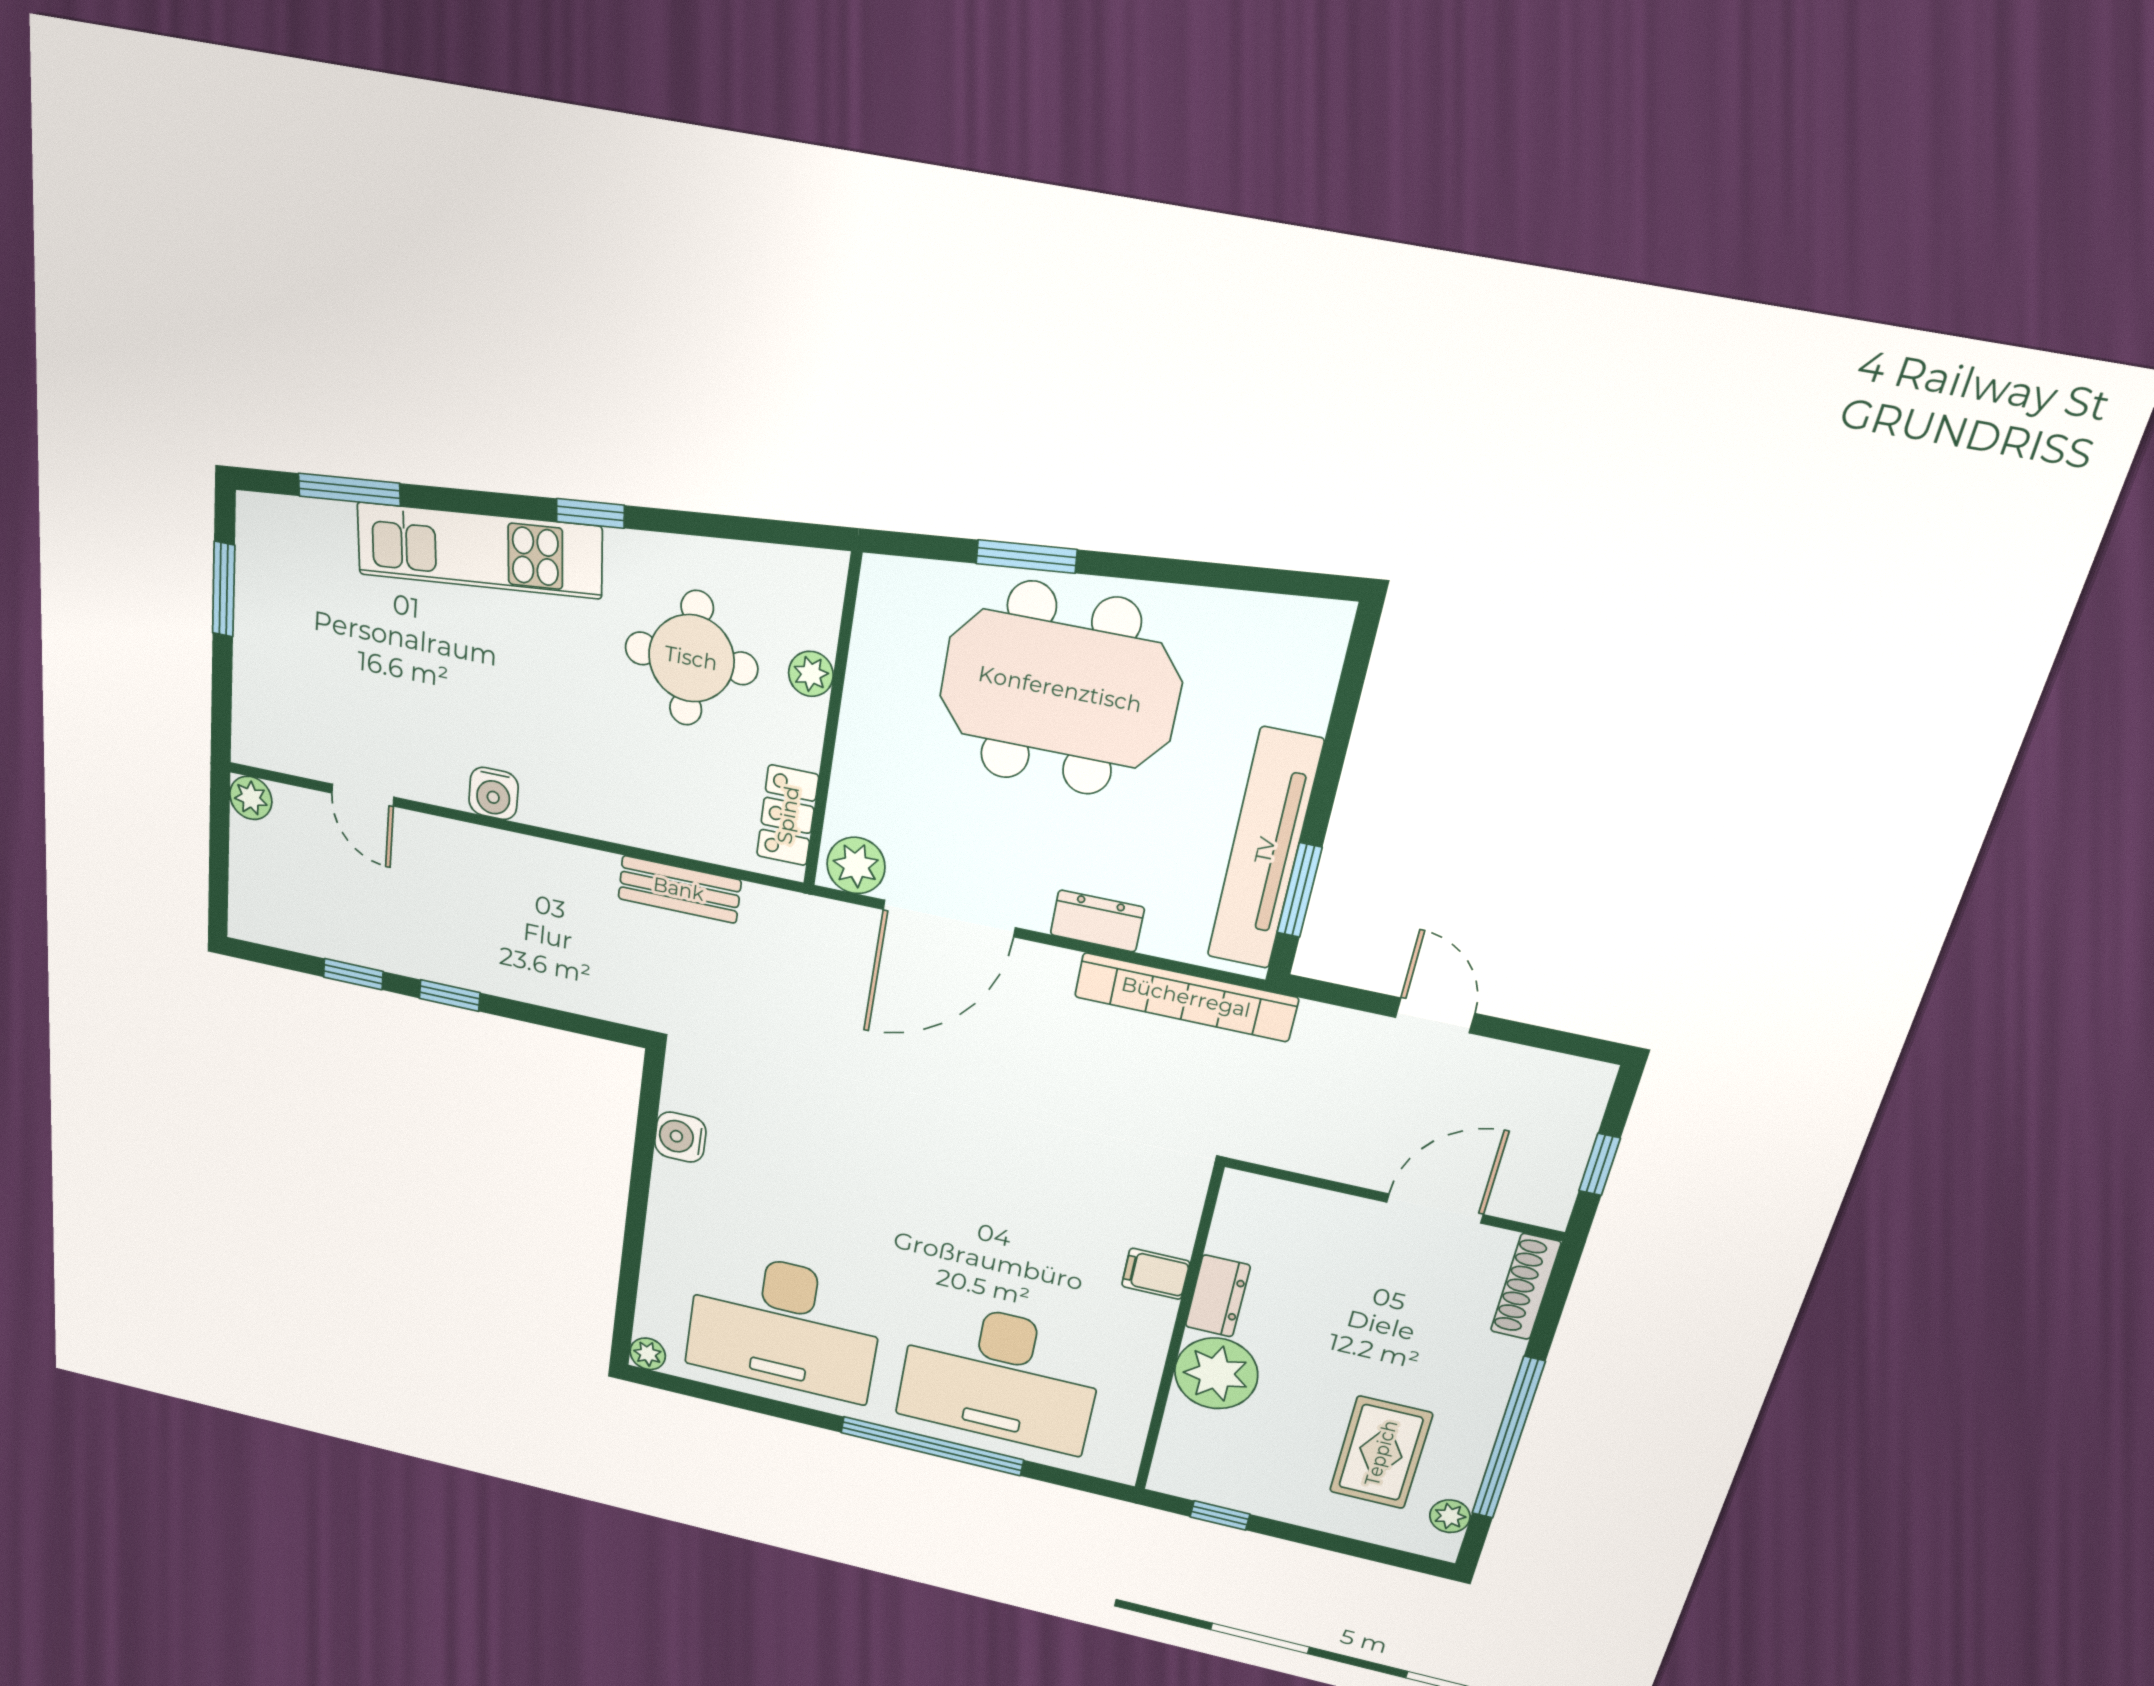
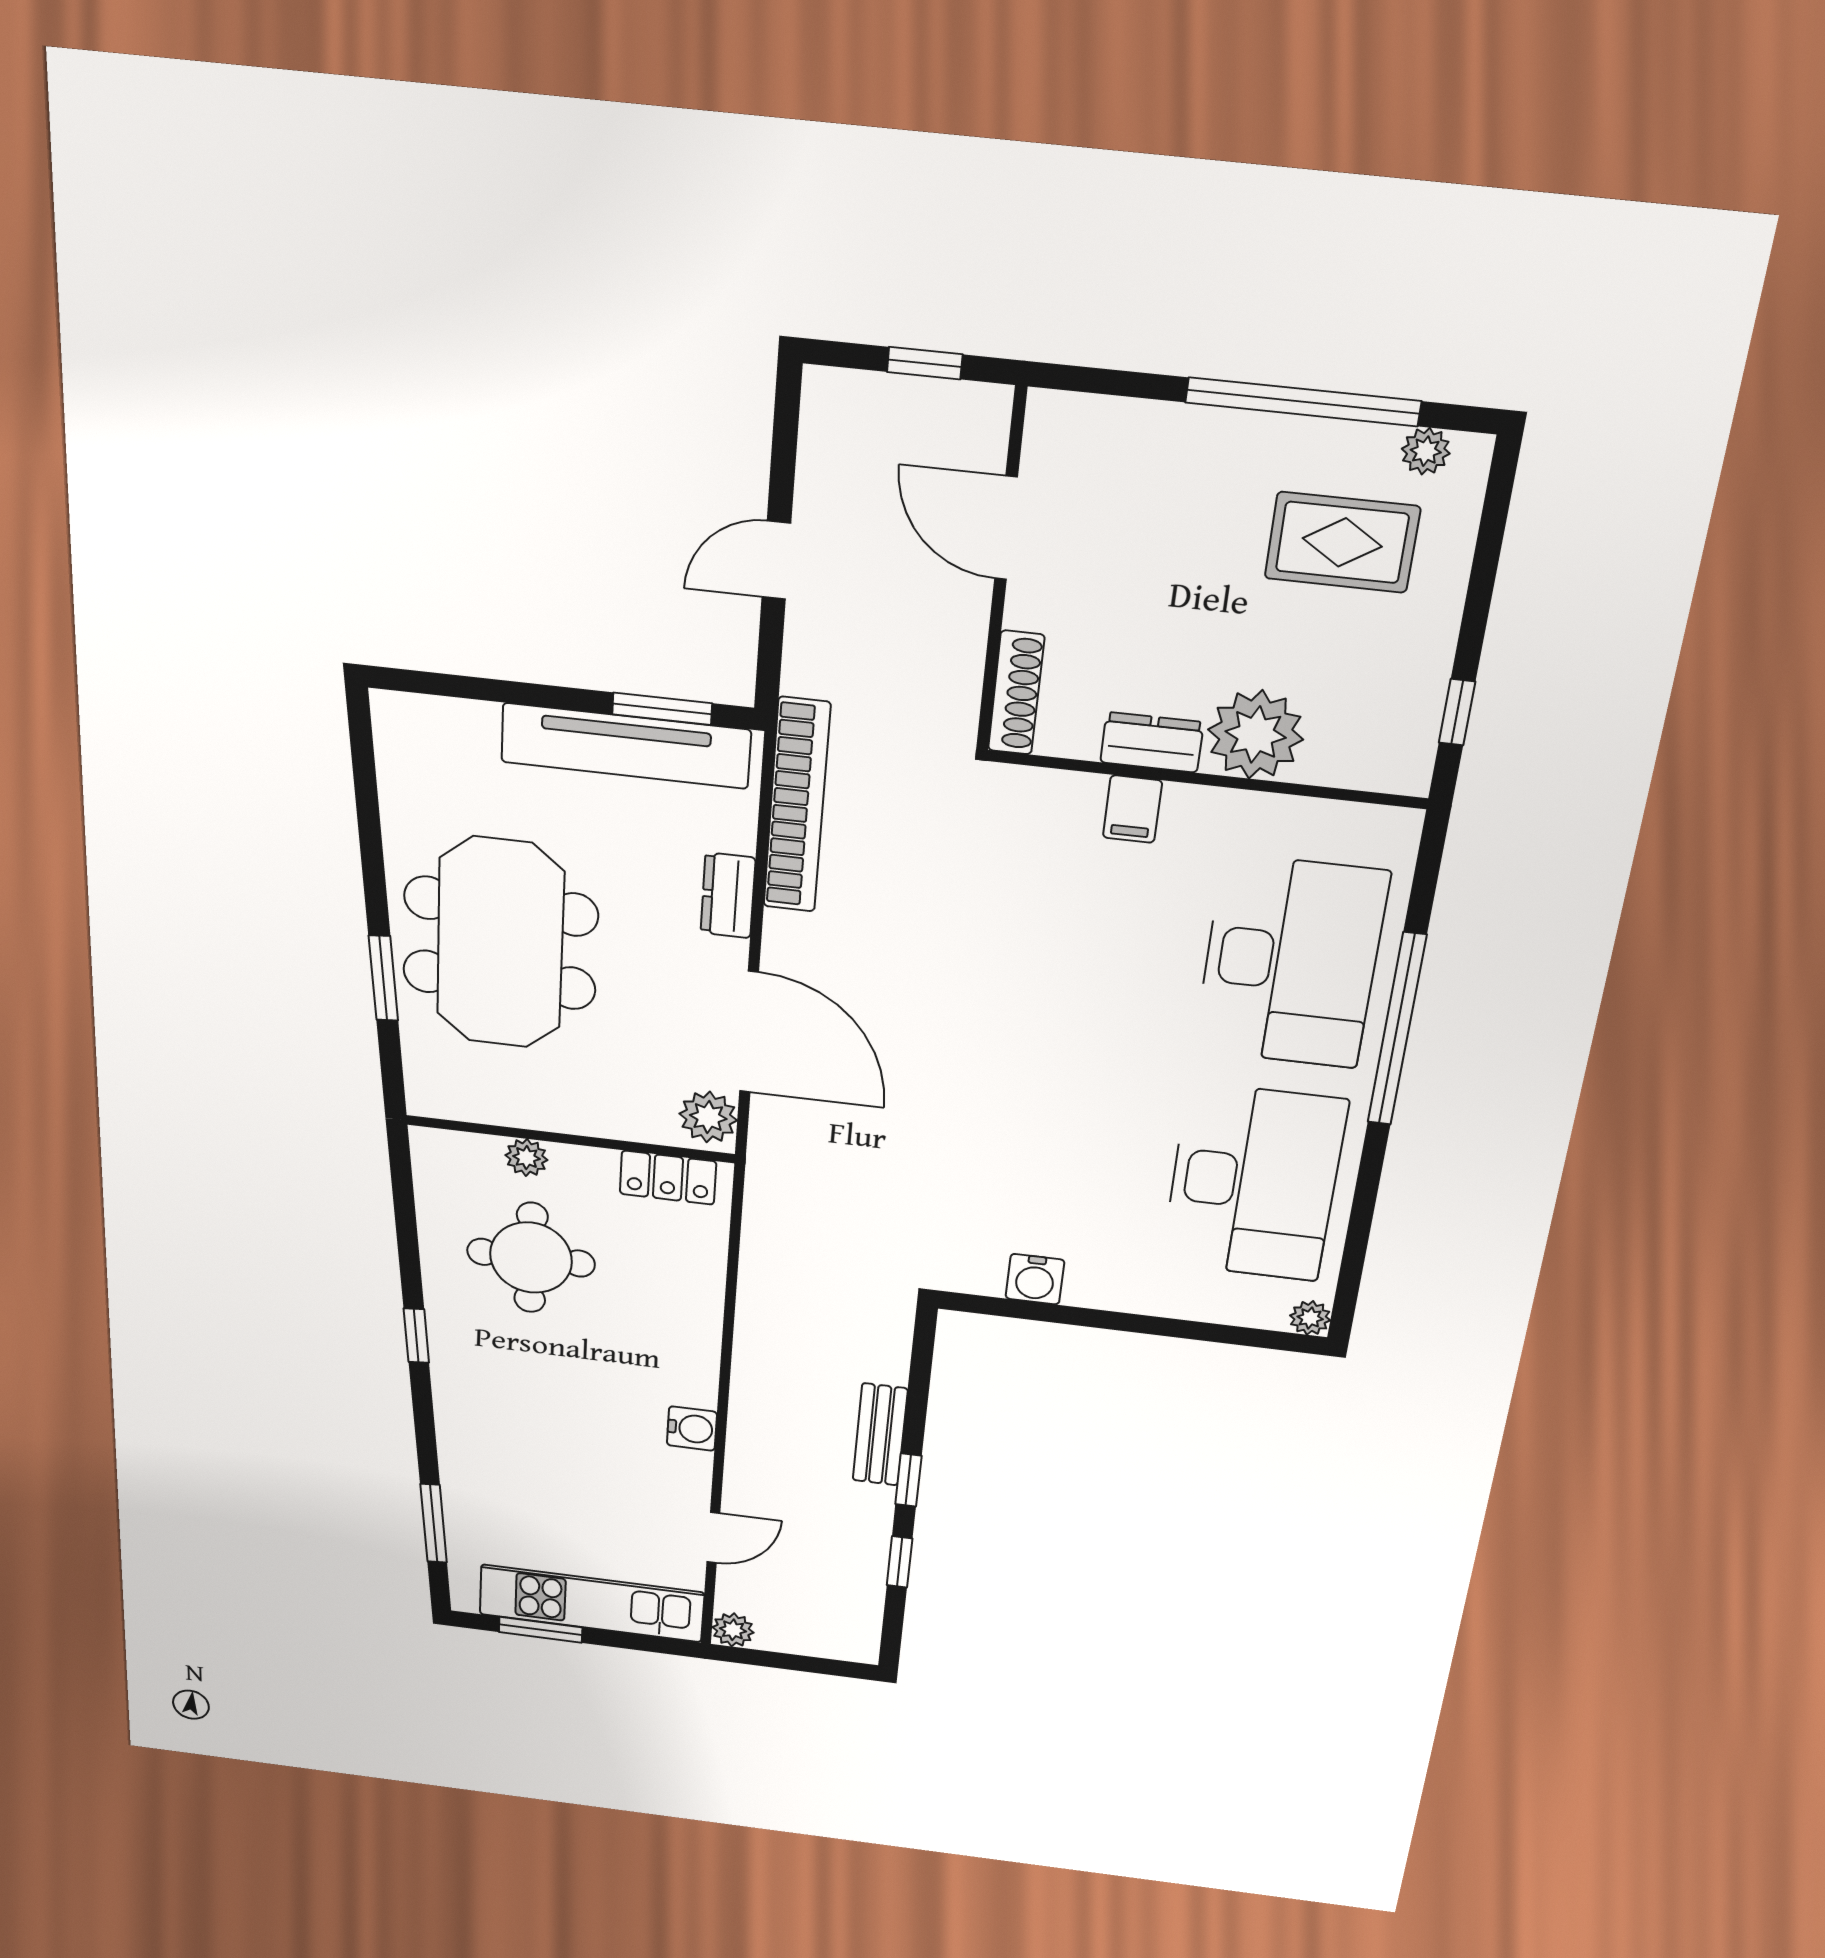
kitchen unit: (479, 550) -> (591, 1603), moved, turned -85
bench: (679, 889) -> (880, 1435), moved
shoe rack: (1526, 1287) -> (1016, 693), moved, turned -90

